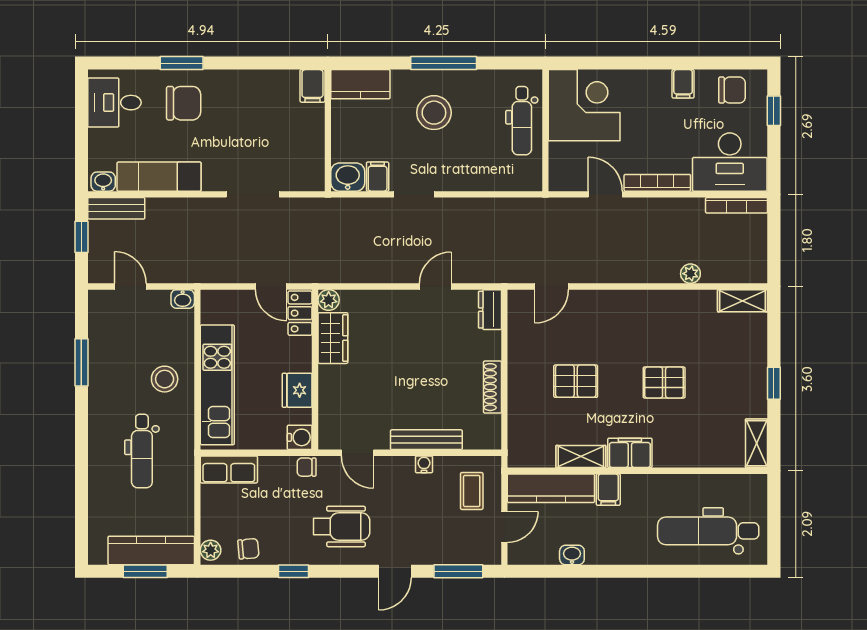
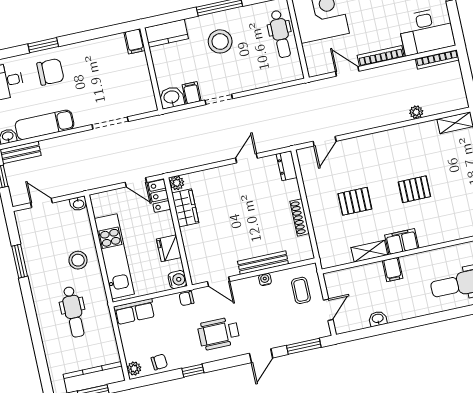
kitchen counter: (551, 488) -> (354, 277), removed
wheelchair: (342, 526) -> (219, 333), turned 180

